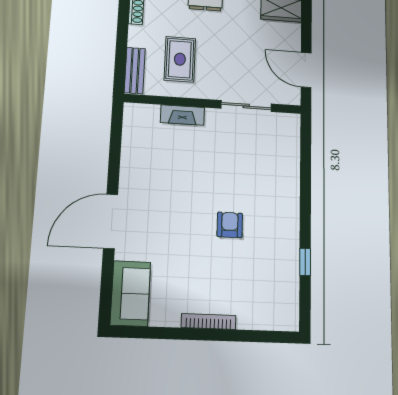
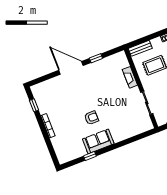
window: (114, 163) -> (96, 58), added
sofa: (130, 293) -> (98, 141), moved, turned 180
window: (153, 333) -> (34, 105), added

